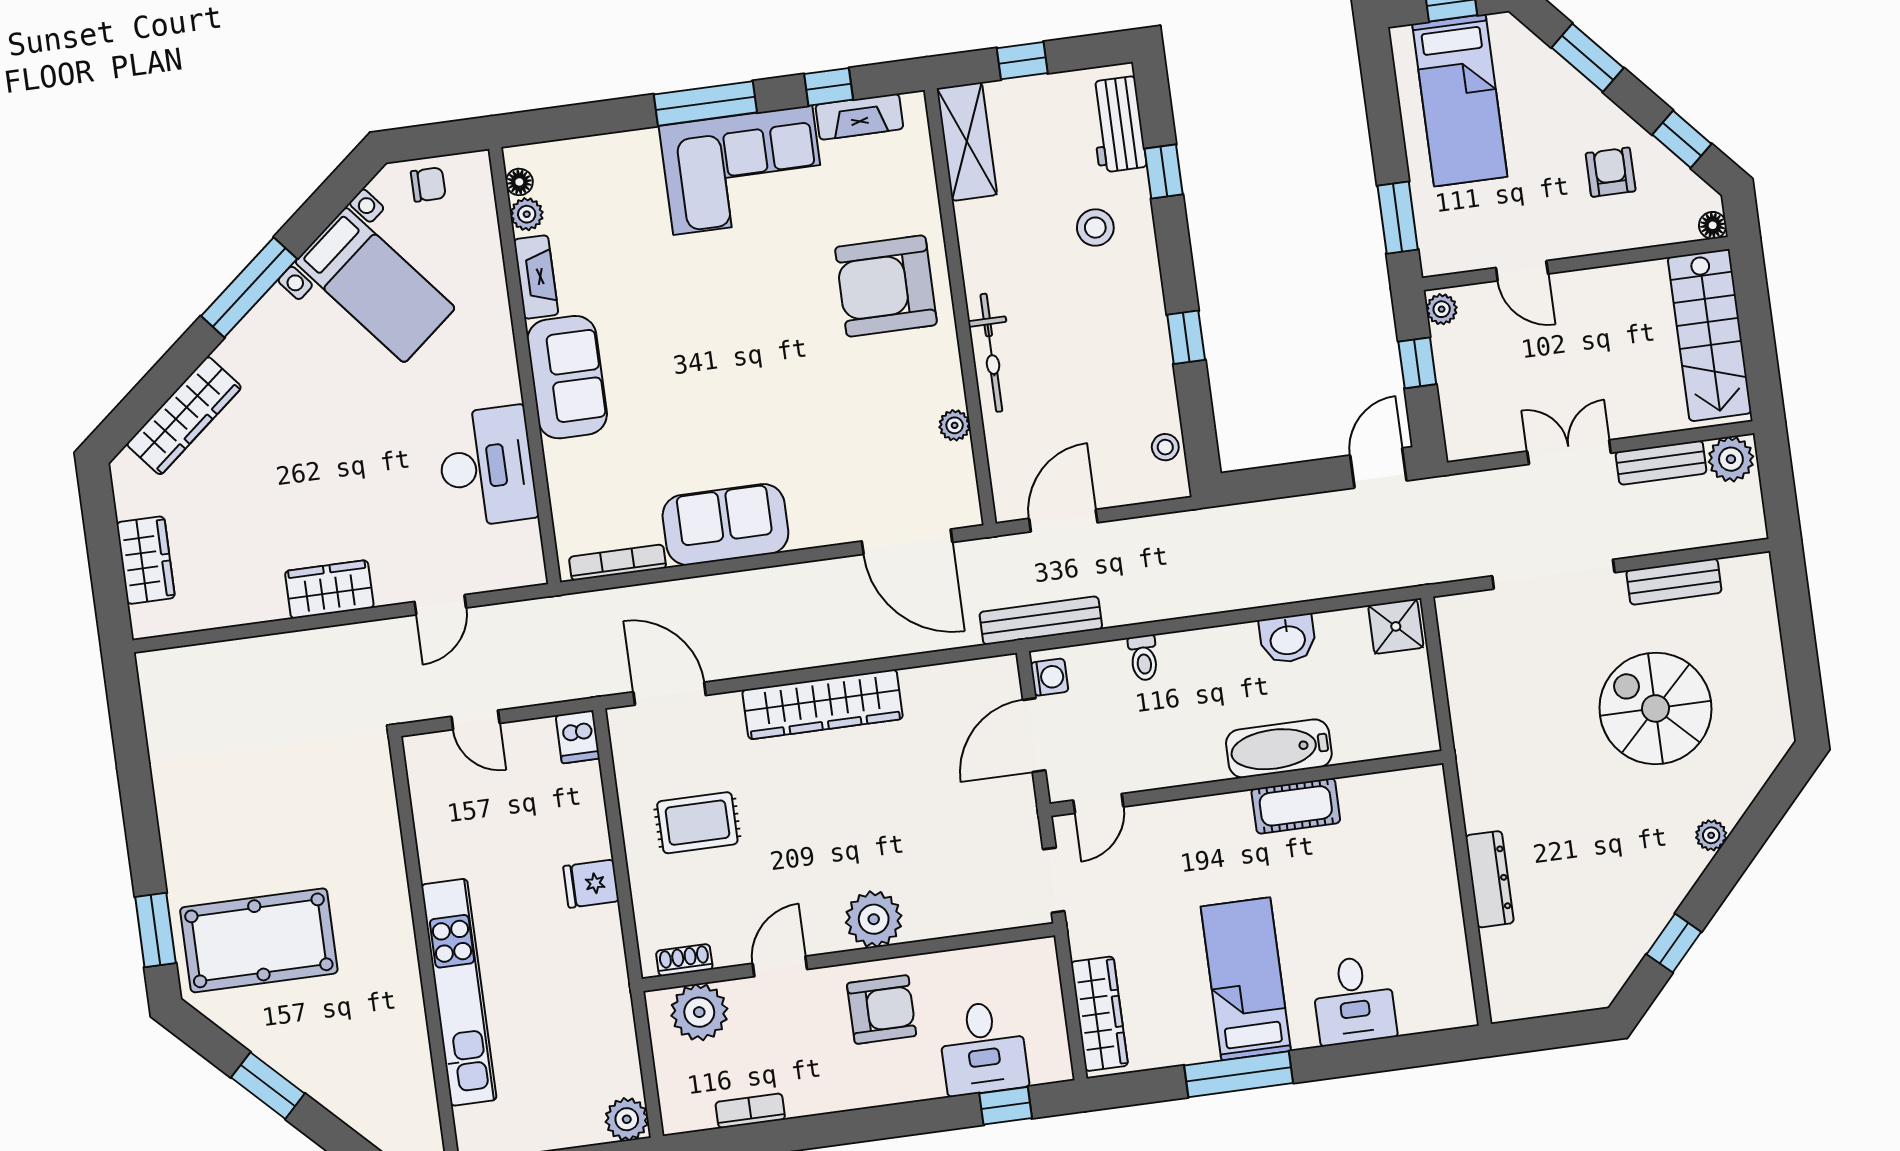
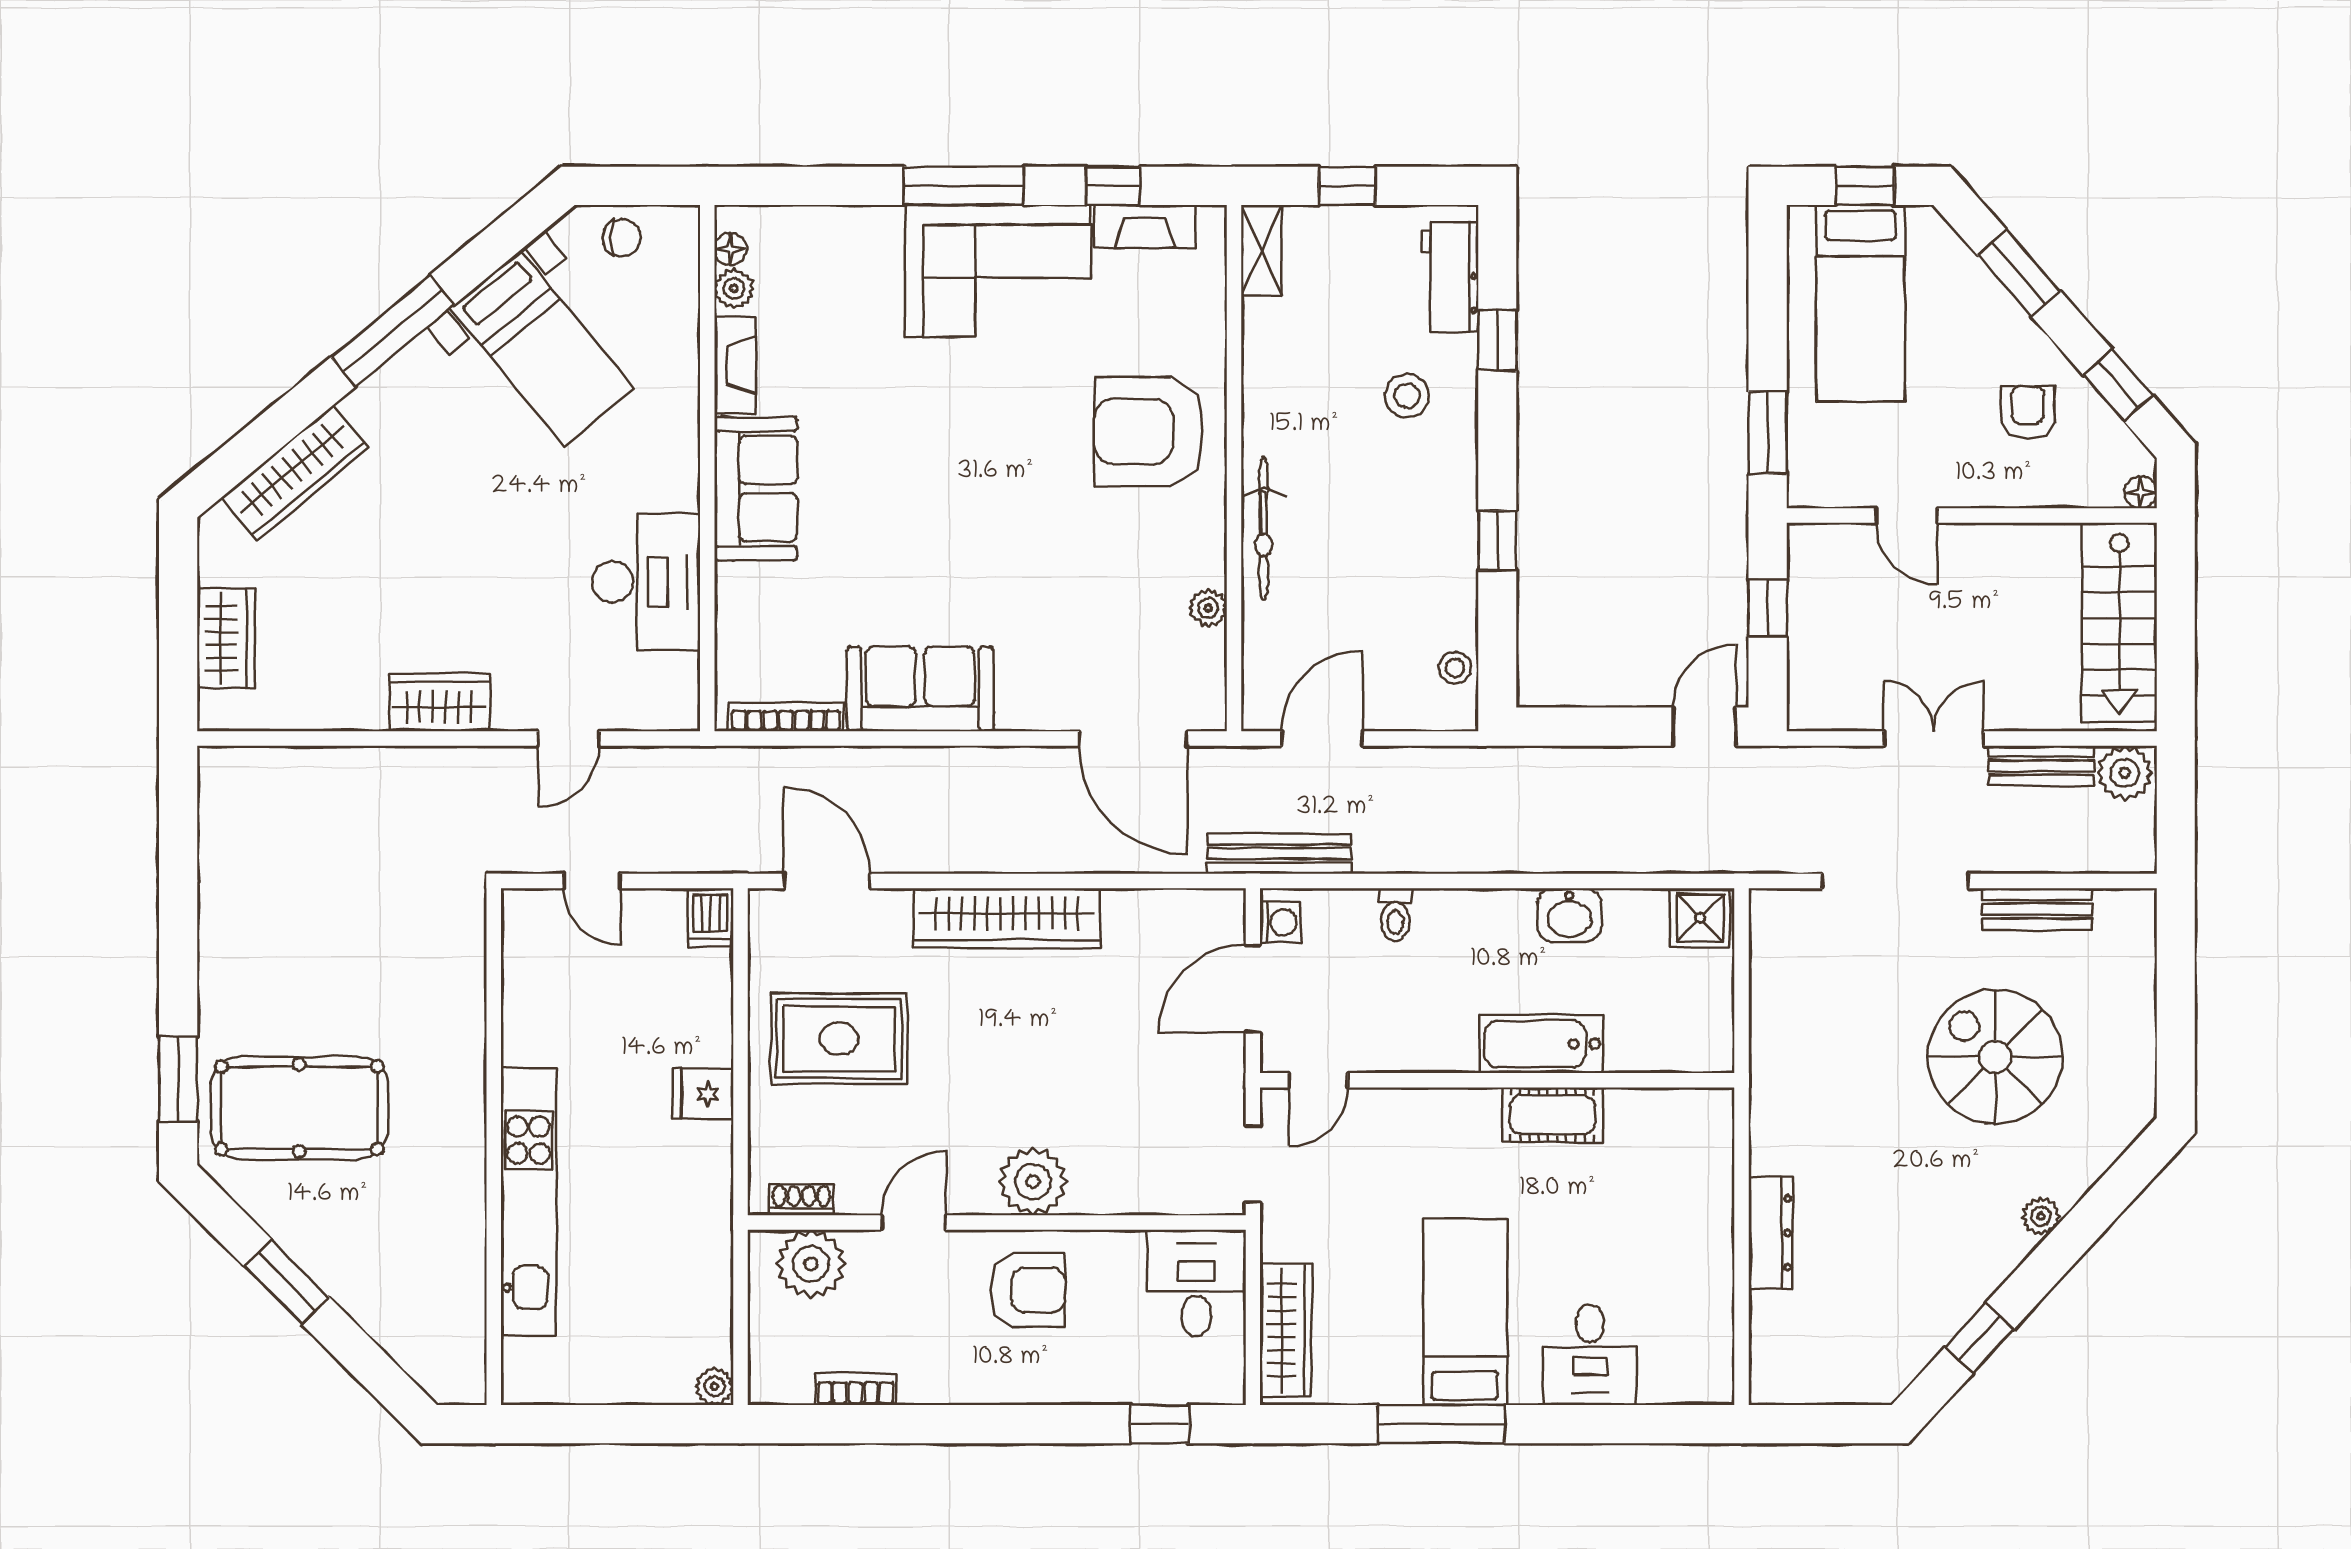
shelving: (967, 142) -> (1262, 250), width x0.67, depth x0.75
plant: (1442, 309) -> (1805, 548), removed
rug: (697, 823) -> (839, 1039), width x1.36, depth x1.43
desk: (983, 1048) -> (1196, 1283), moved, turned 180
plant: (627, 1119) -> (715, 1386), width x0.73, depth x0.73

